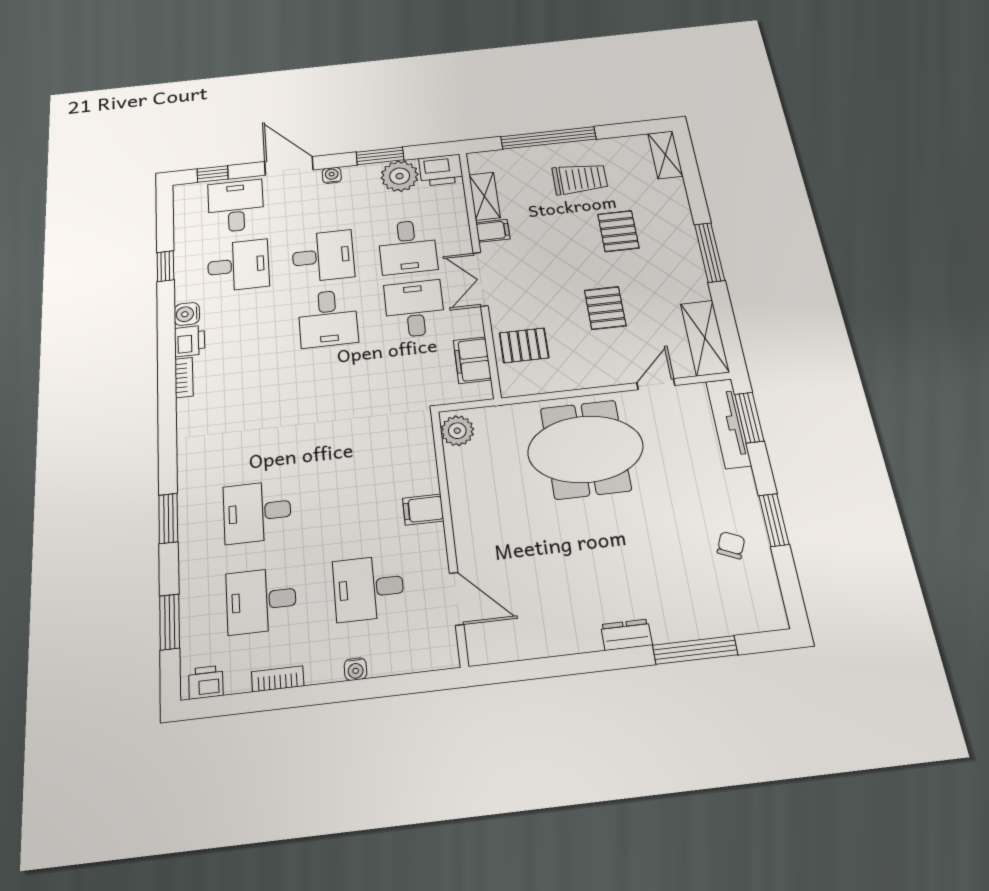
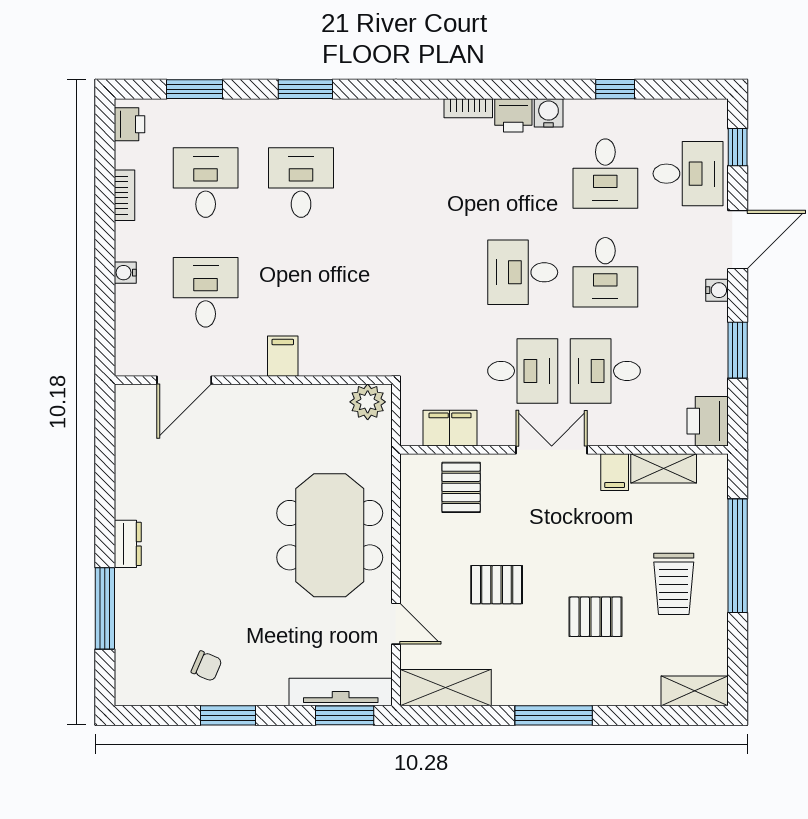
plant: (400, 176) -> (705, 371), removed

